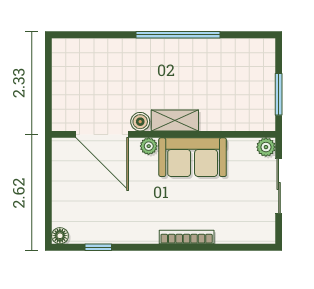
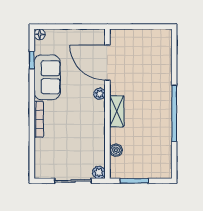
boiler: (140, 122) -> (116, 150), moved
door: (102, 134) -> (107, 63), hinge flipped
sofa: (193, 157) -> (47, 77), moved, turned 180

